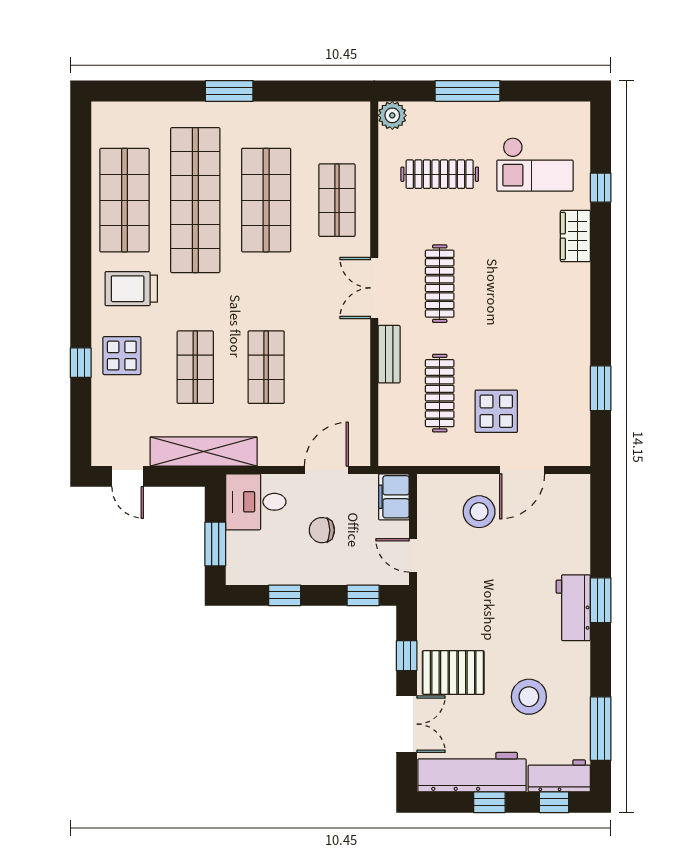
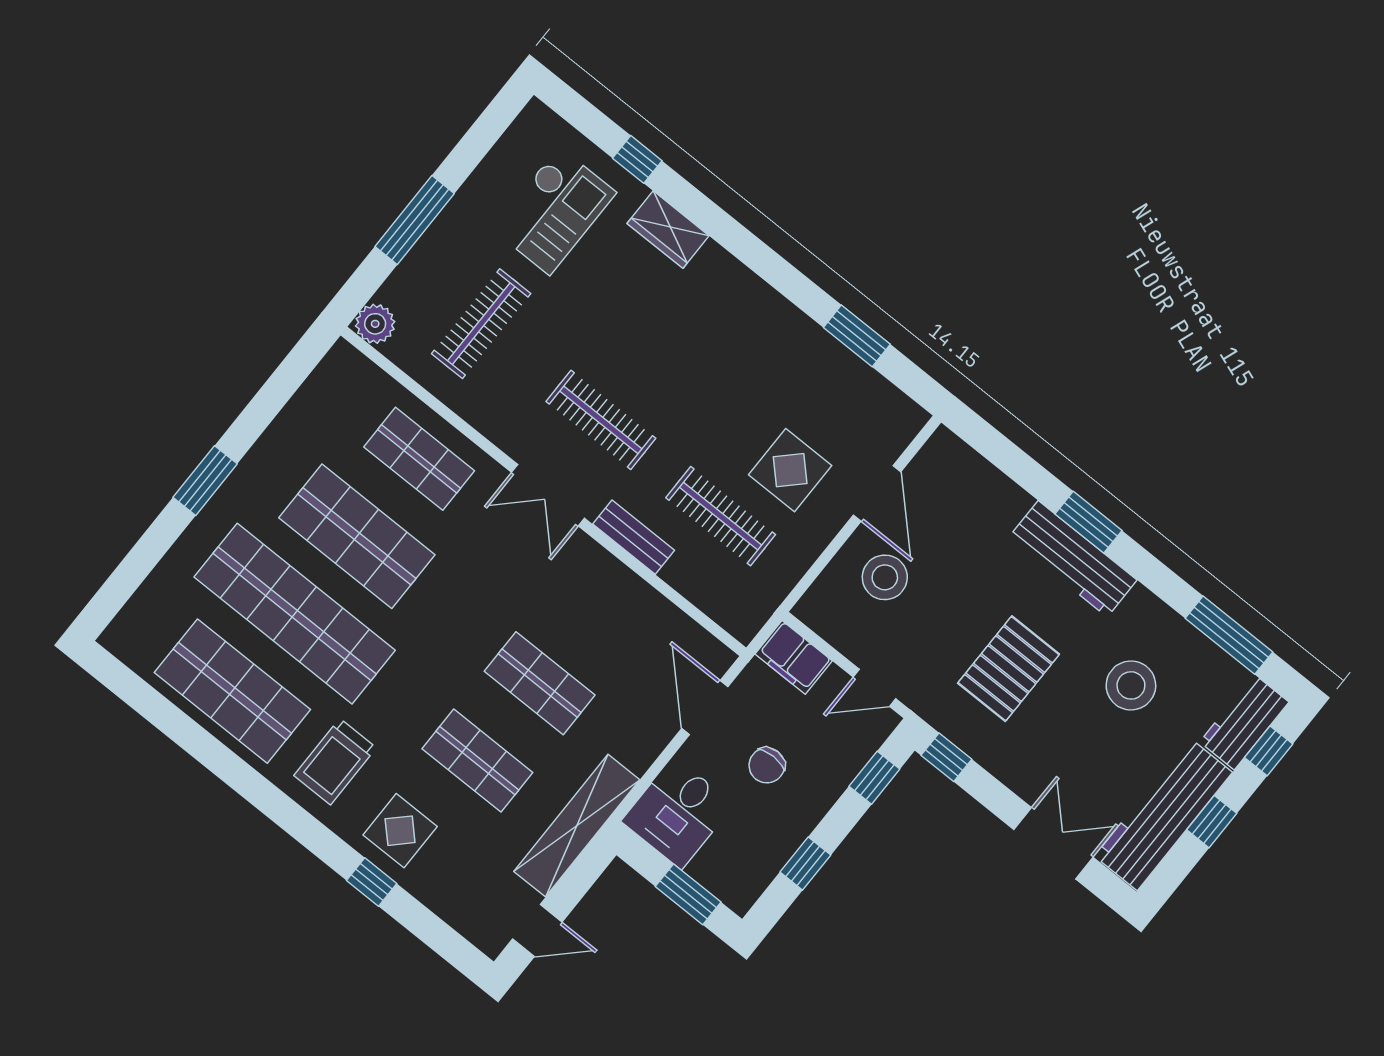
workbench: (573, 608) -> (1073, 559), width x1.38
window: (407, 656) -> (946, 757), moved
pallet: (453, 673) -> (1009, 669), moved

